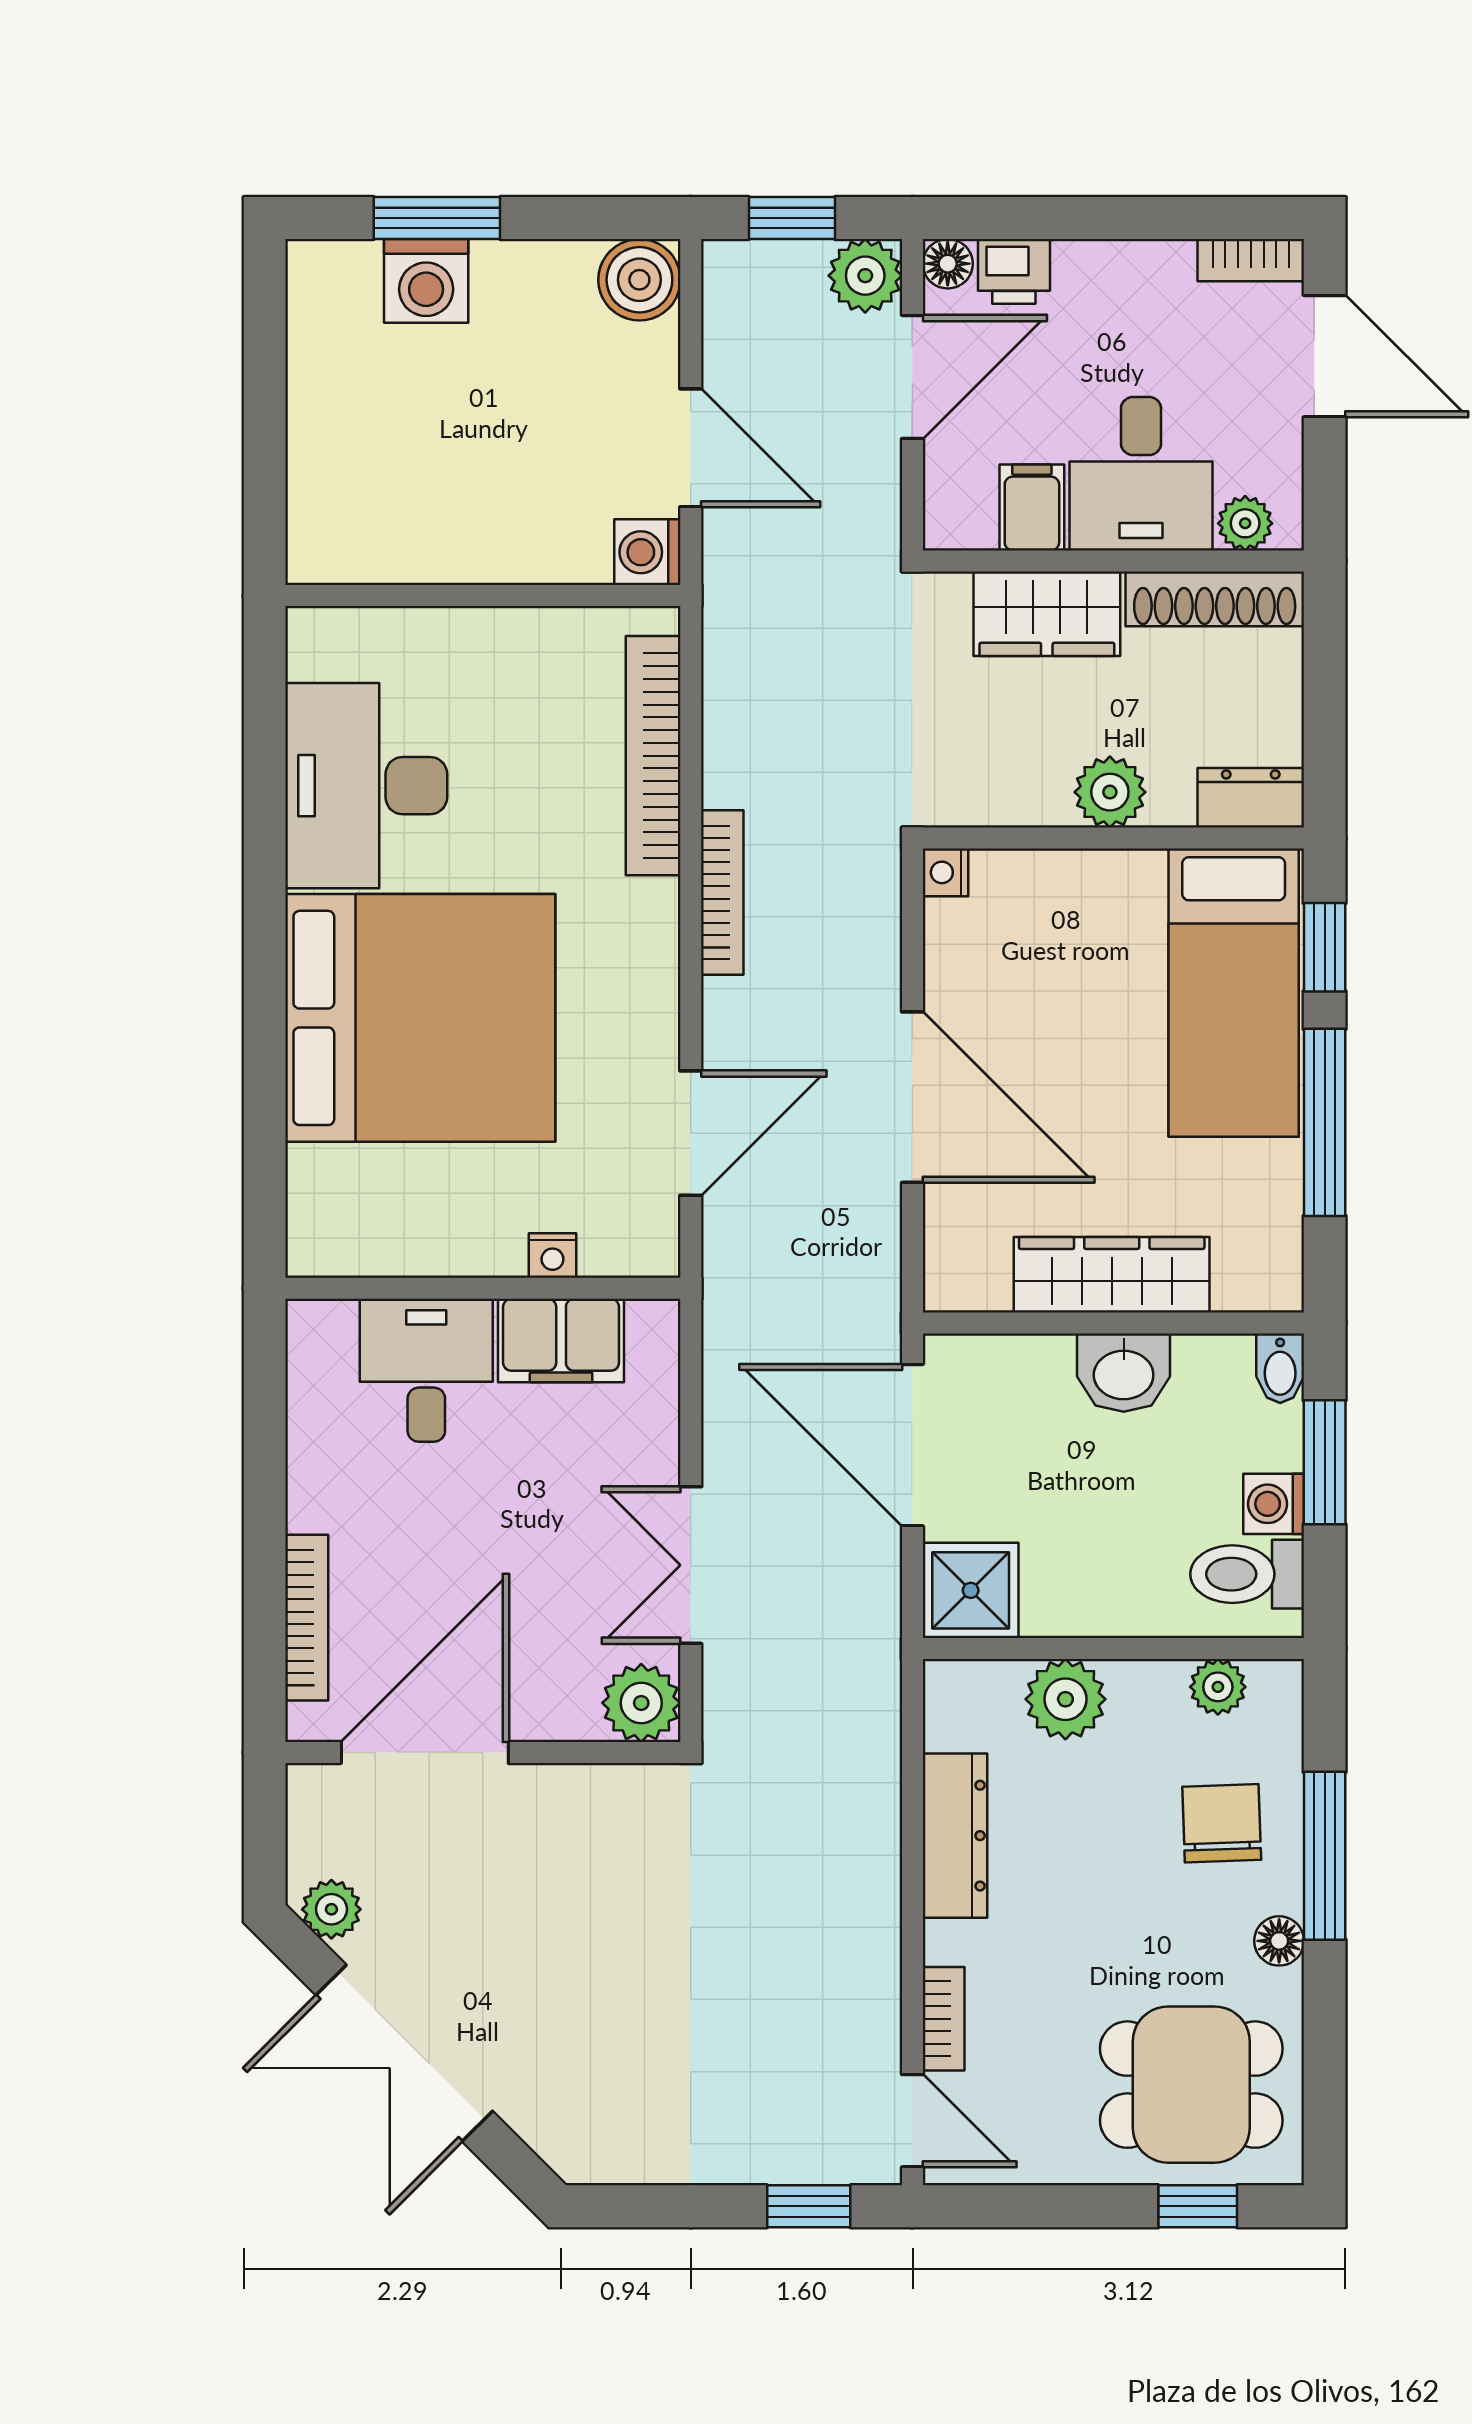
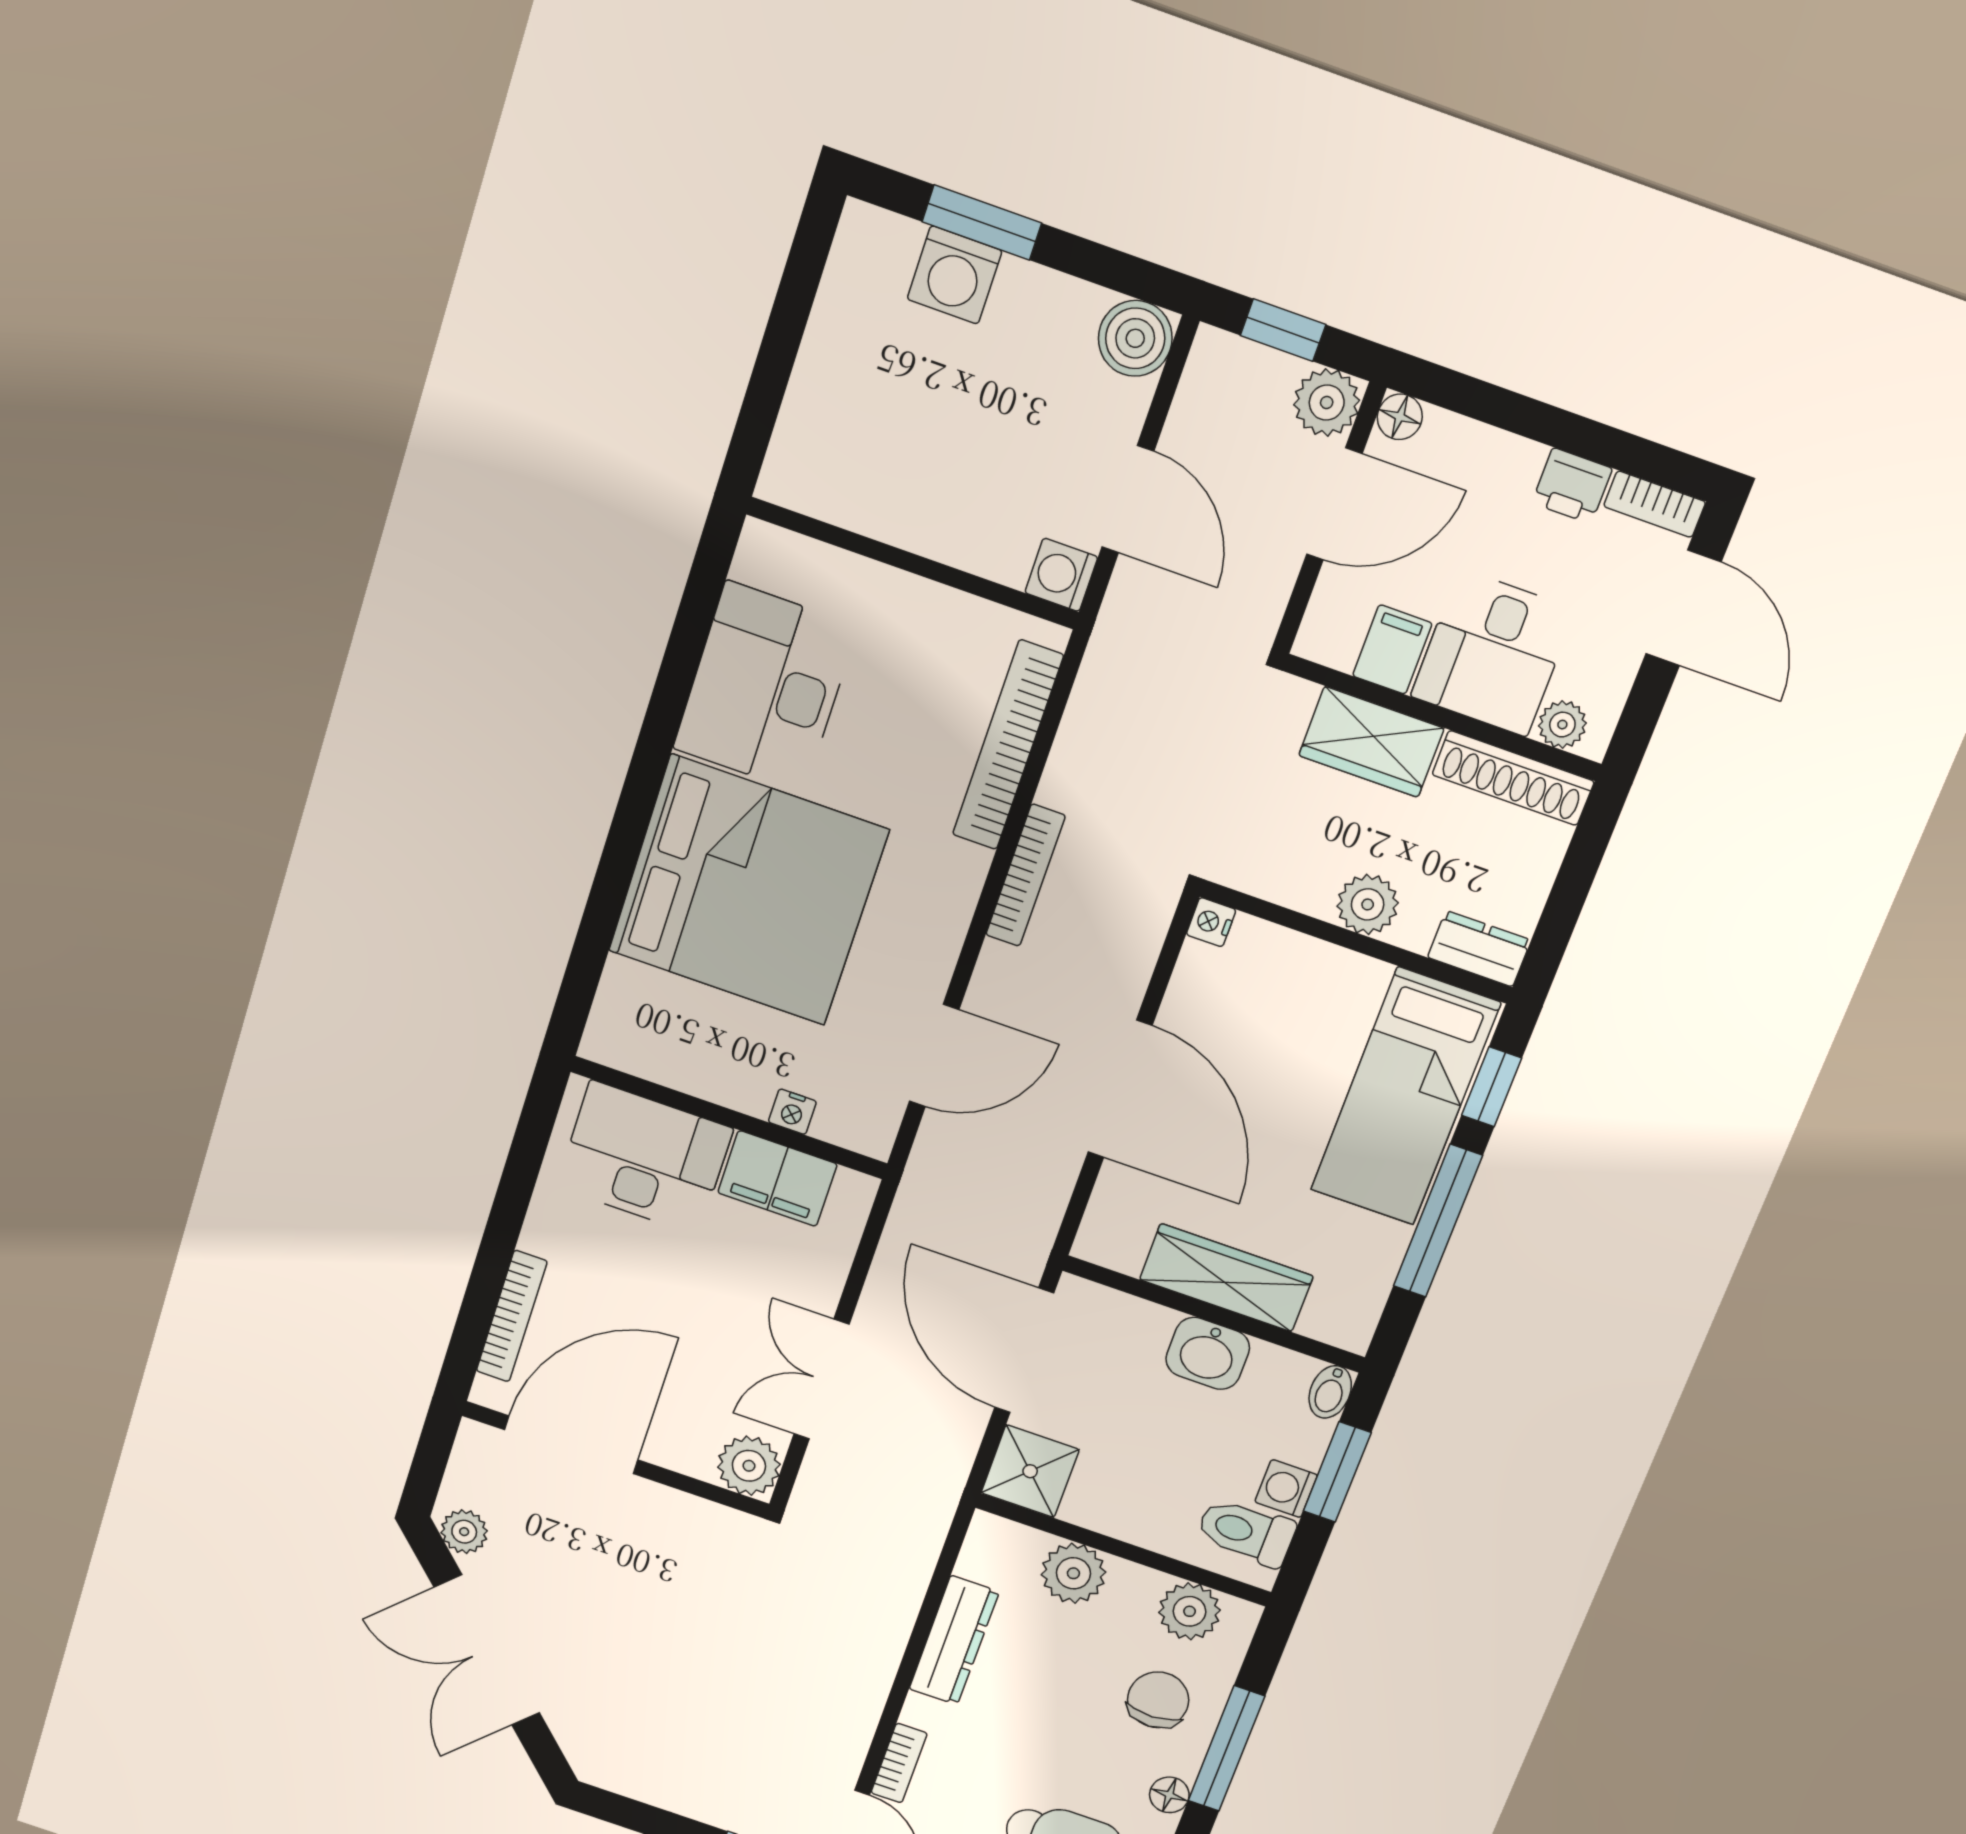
printer: (1014, 271) -> (1572, 486), moved
desk: (426, 1370) -> (645, 1158), width x1.37
plant: (1218, 1687) -> (1190, 1611), width x1.38, depth x1.38

